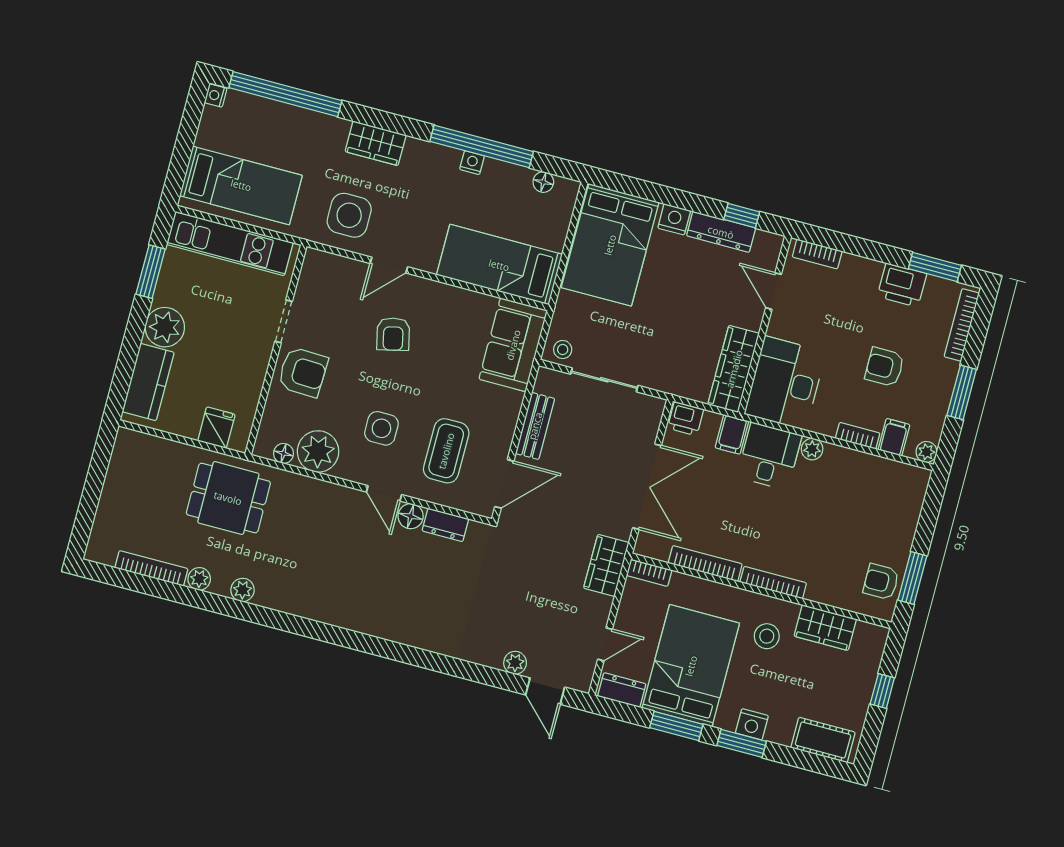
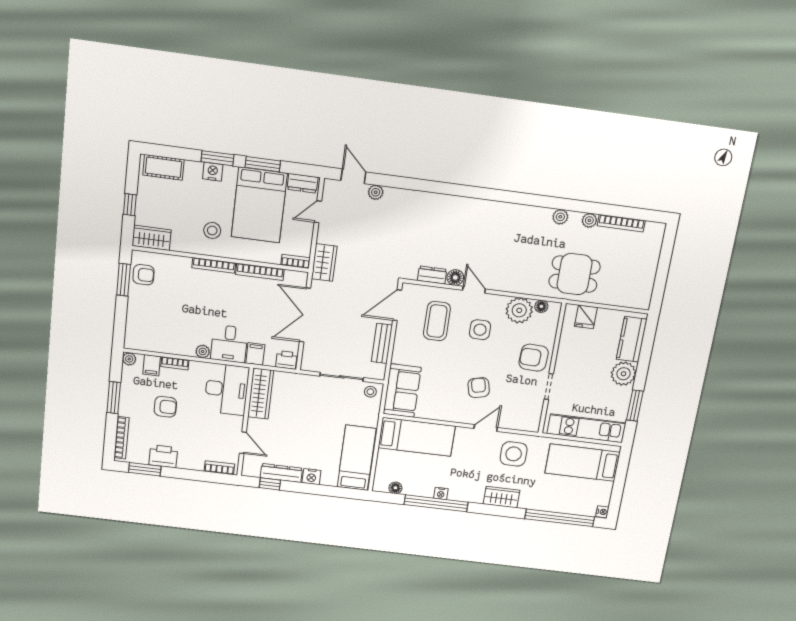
bed: (610, 245) -> (357, 458), width x0.67
wardrobe: (825, 628) -> (152, 238), moved

